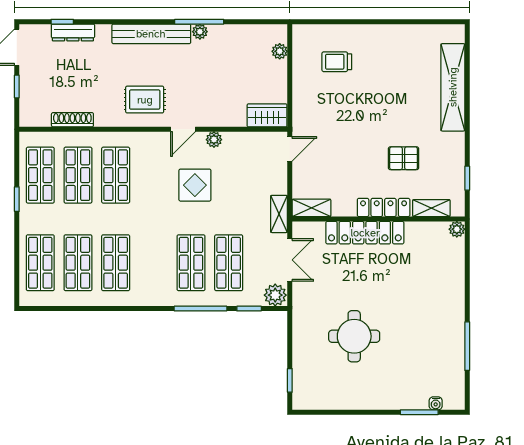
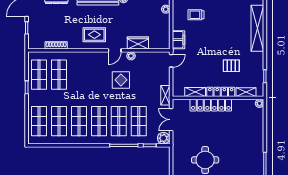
filing cabinet: (304, 109) -> (178, 40), added
wardrobe: (267, 115) -> (138, 43), moved
shop shelf: (116, 175) -> (99, 121), moved
shelving: (312, 208) -> (195, 92), moved
double door: (290, 260) -> (171, 120), swing flipped

